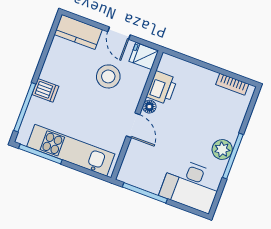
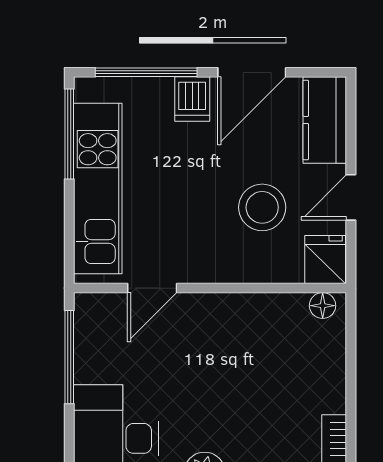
door: (43, 58) -> (252, 72), added
printer: (162, 88) -> (278, 316), removed
floor lamp: (149, 107) -> (323, 306), moved
door: (133, 125) -> (152, 288), moved

